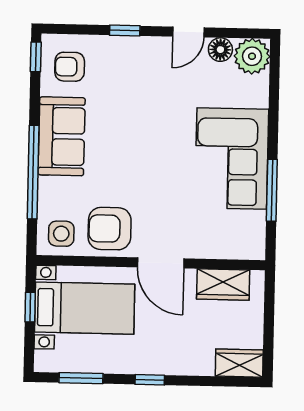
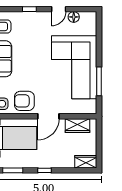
plant: (252, 56) -> (88, 20), removed
corner sofa: (232, 158) -> (74, 67), width x1.36, depth x1.36
door: (161, 263) -> (48, 116), hinge flipped

